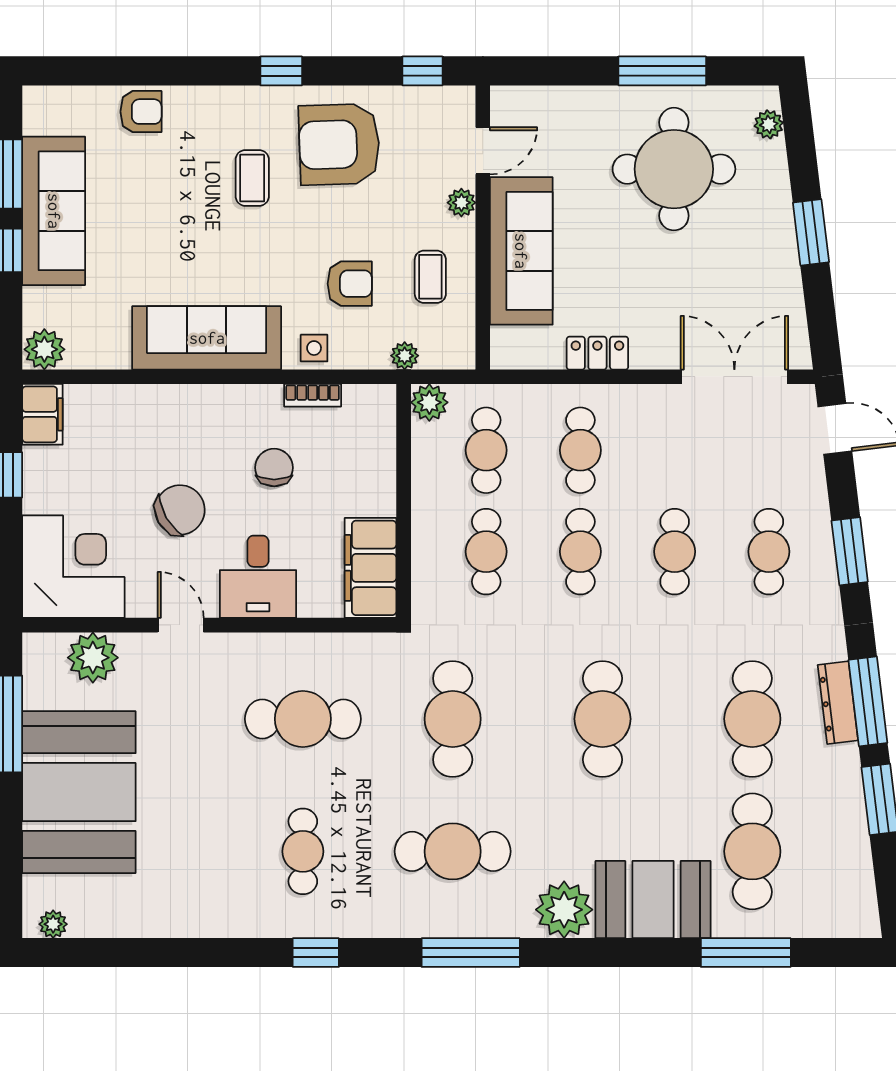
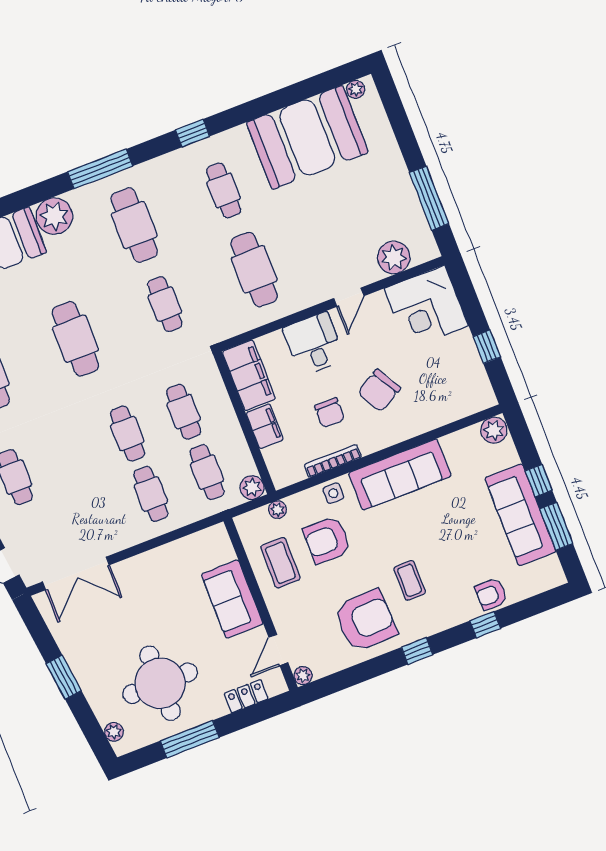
window: (422, 71) -> (485, 625), moved
plant: (461, 203) -> (303, 676), moved
sofa: (521, 251) -> (232, 599), width x0.73
coffee table: (430, 277) -> (280, 563), width x1.36, depth x1.30
armchair: (350, 284) -> (327, 540), width x1.38, depth x1.38
locker: (597, 353) -> (246, 696), moved, turned 180
bookcase: (313, 395) -> (333, 461), width x1.56
filing cabinet: (42, 414) -> (265, 426), moved, turned 180
chair: (180, 510) -> (379, 391), moved
cafe table: (675, 552) -> (71, 455), removed
door: (181, 625) -> (349, 297), hinge flipped
cafe table: (303, 719) -> (254, 269), turned 90
cafe table: (453, 719) -> (165, 304), width x0.73, depth x0.74
booth: (79, 792) -> (307, 137), moved, turned 90
cafe table: (453, 851) -> (134, 225), turned 90

